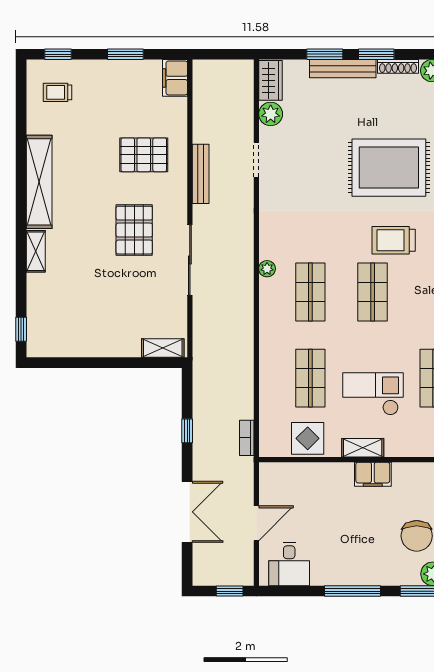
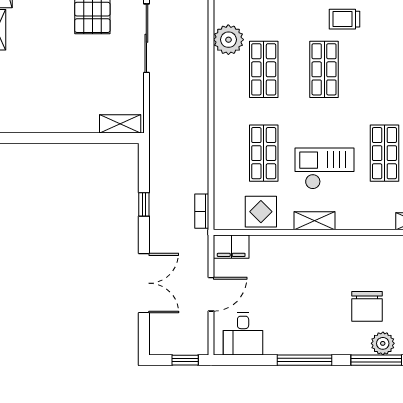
trolley: (394, 240) -> (345, 19), width x0.73, depth x0.72
plant: (267, 269) -> (228, 40), width x1.88, depth x1.88
filing cabinet: (373, 474) -> (231, 247), moved

